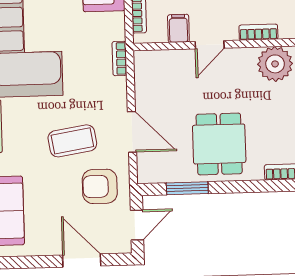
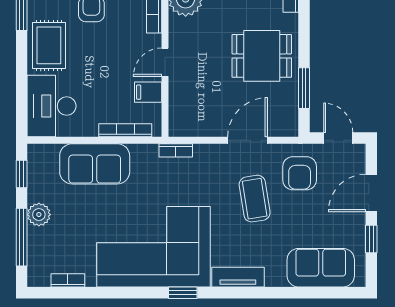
door: (210, 45) -> (165, 62), swing flipped
window: (34, 262) -> (371, 239), added

